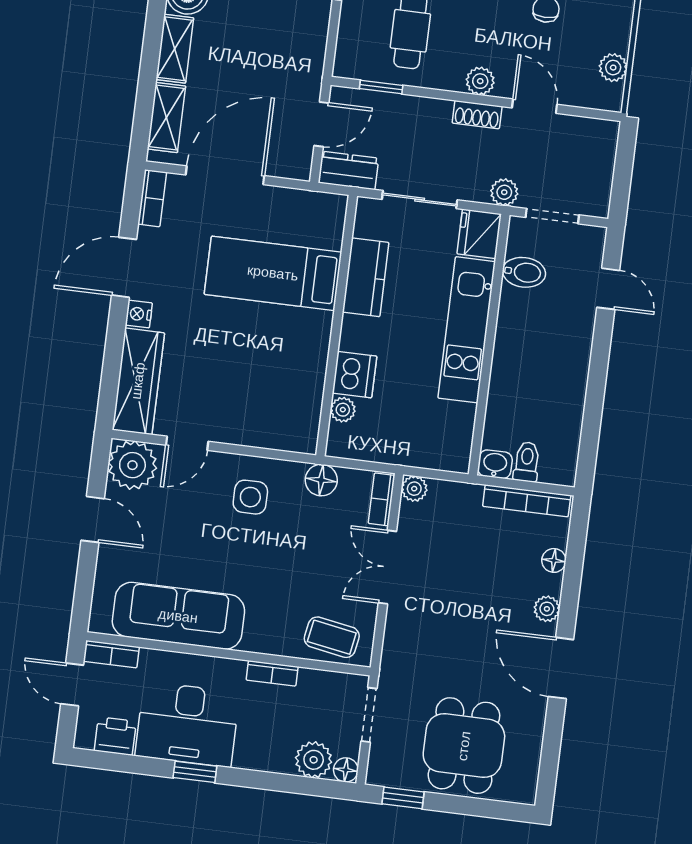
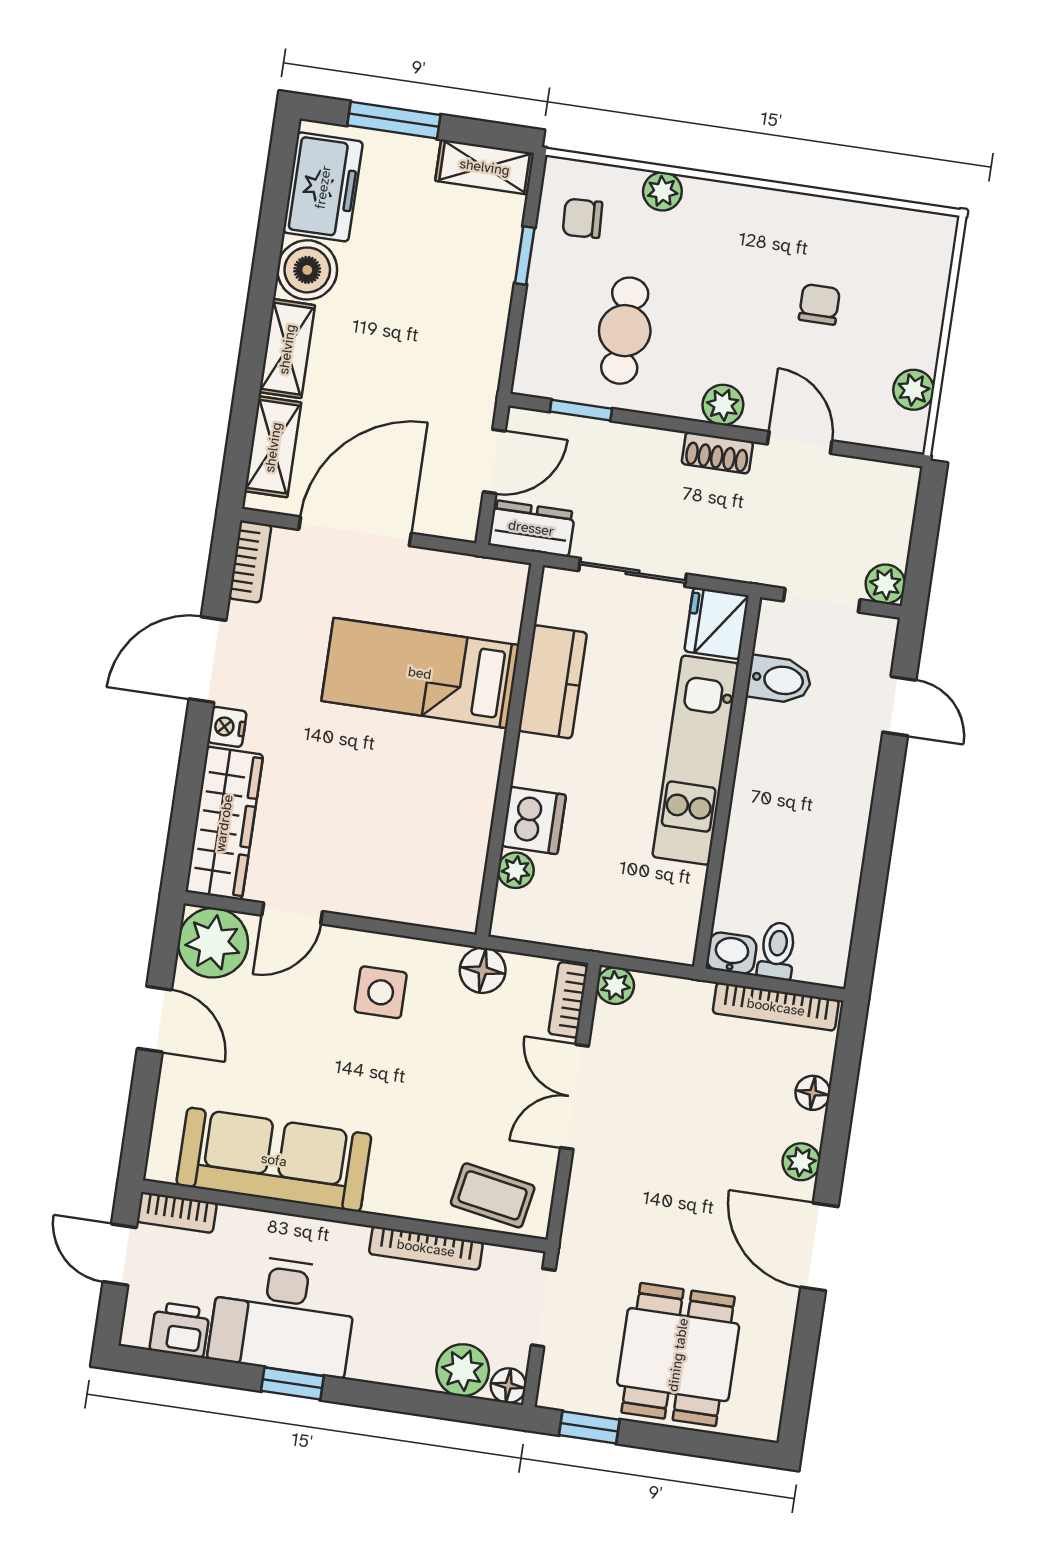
plant: (504, 192) -> (885, 584), moved
bookcase: (272, 673) -> (426, 1248), width x1.56

